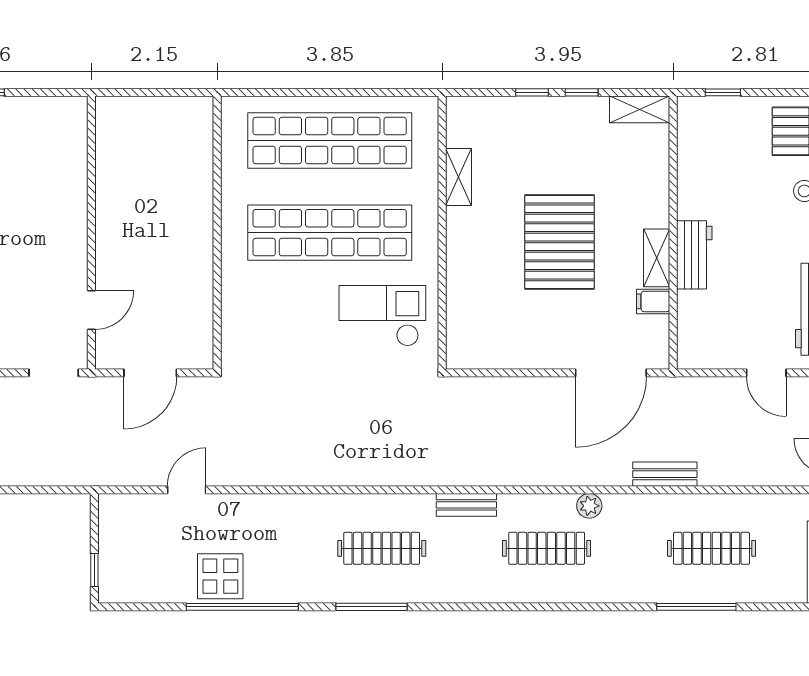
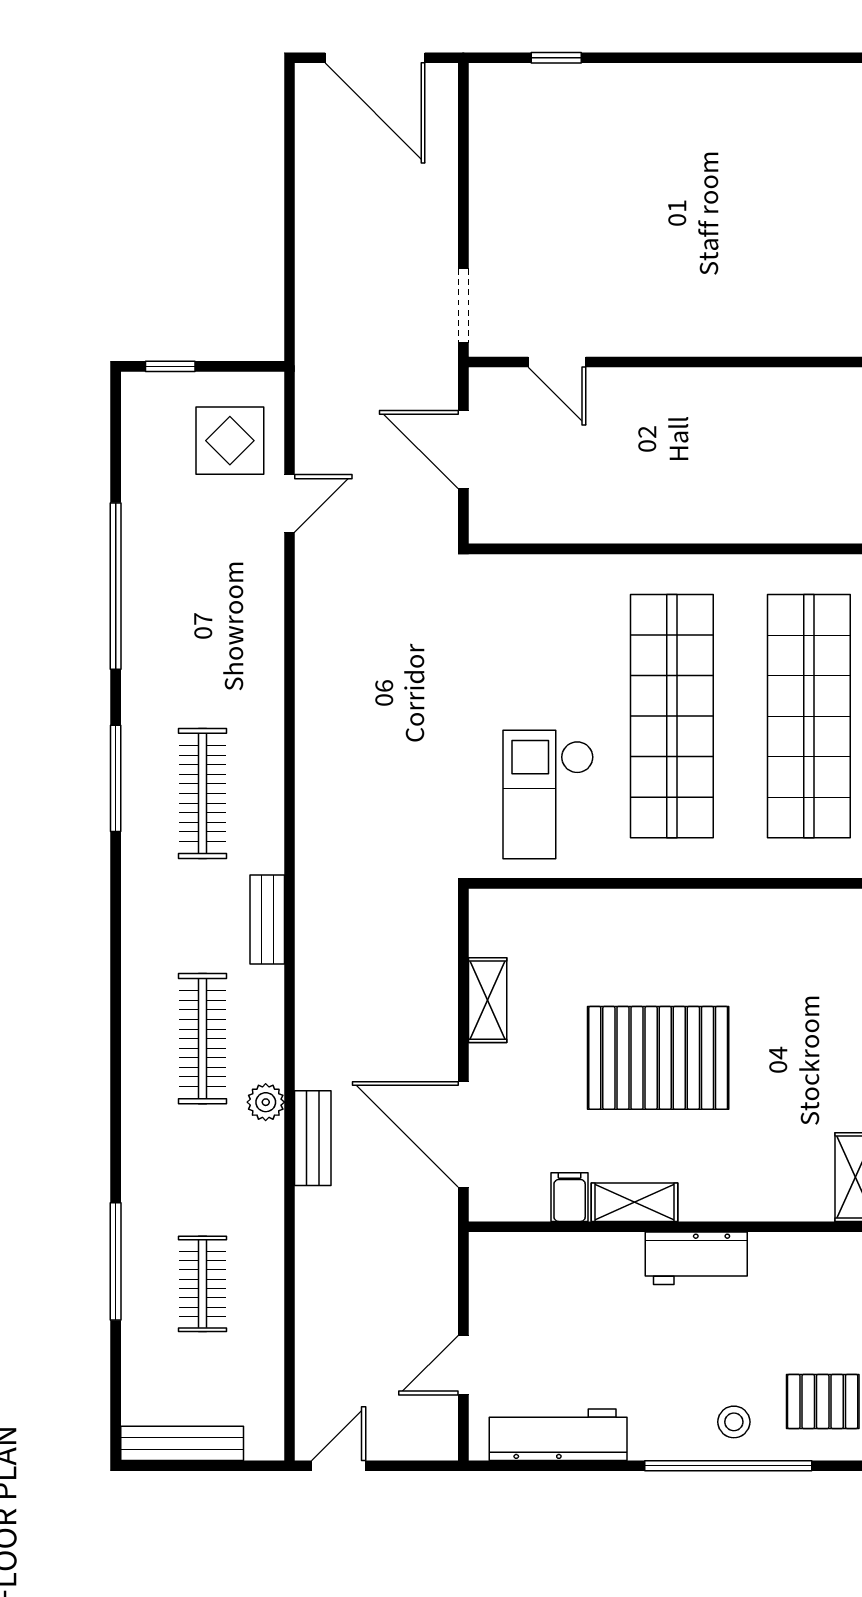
shelving: (459, 177) -> (488, 1000), moved, turned 90
workbench: (694, 255) -> (696, 1258), moved
checkout: (382, 316) -> (548, 794), turned 180
bench: (665, 474) -> (313, 1138), moved
door: (187, 490) -> (289, 503), hinge flipped
clothes rail: (712, 548) -> (203, 1284), width x0.73
display table: (220, 576) -> (230, 441), moved

